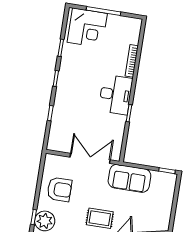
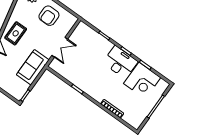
corner desk: (87, 28) -> (142, 81), moved, turned -90
desk: (115, 95) -> (120, 62), moved, turned 180
double door: (90, 158) -> (60, 47), width x0.73

